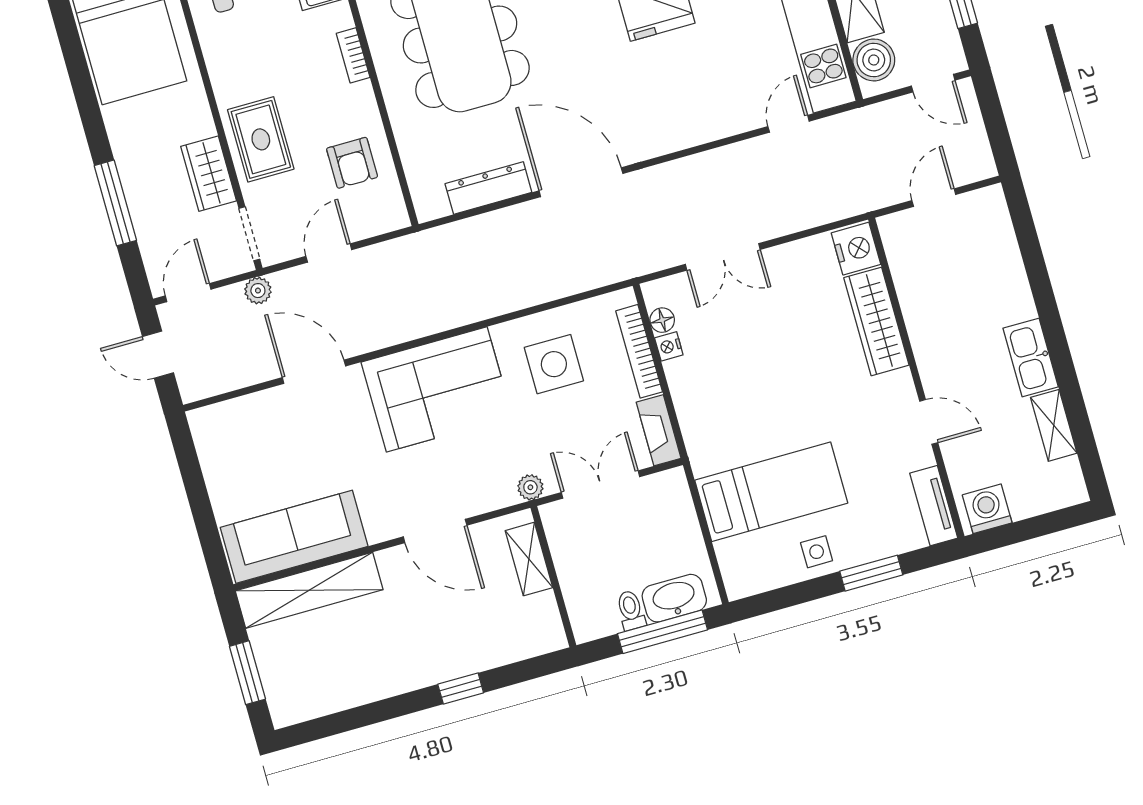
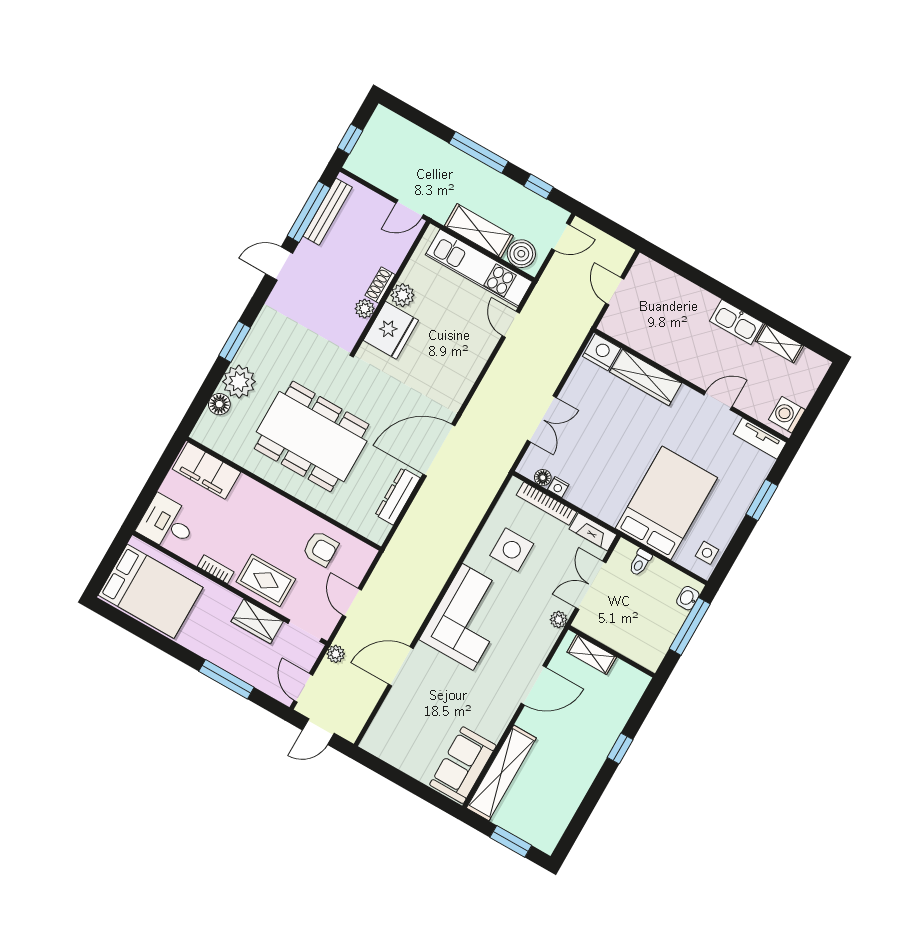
bookcase: (353, 55) -> (216, 569), moved, turned 180
bed: (771, 492) -> (666, 503), width x1.50
sofa: (294, 537) -> (463, 765), width x0.73
side table: (817, 552) -> (707, 553), moved
washbasin: (674, 598) -> (688, 598), width x0.52, depth x0.69
toilet: (631, 610) -> (640, 563), moved, turned -90

